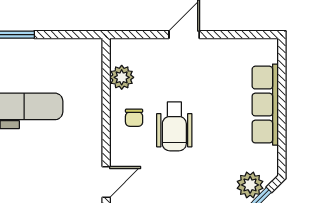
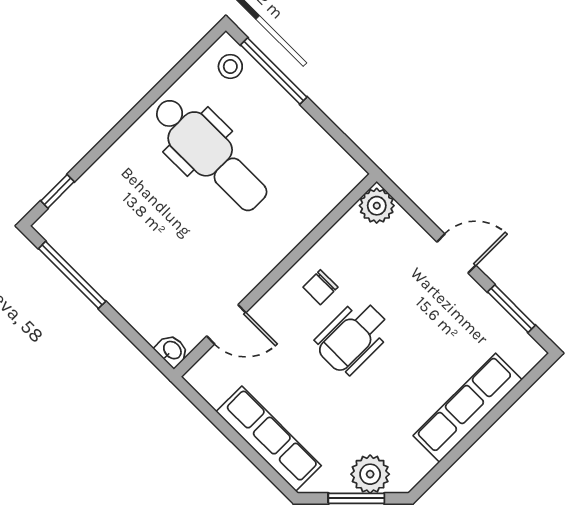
window: (238, 35) -> (511, 309), added
plant: (122, 77) -> (377, 206), moved

